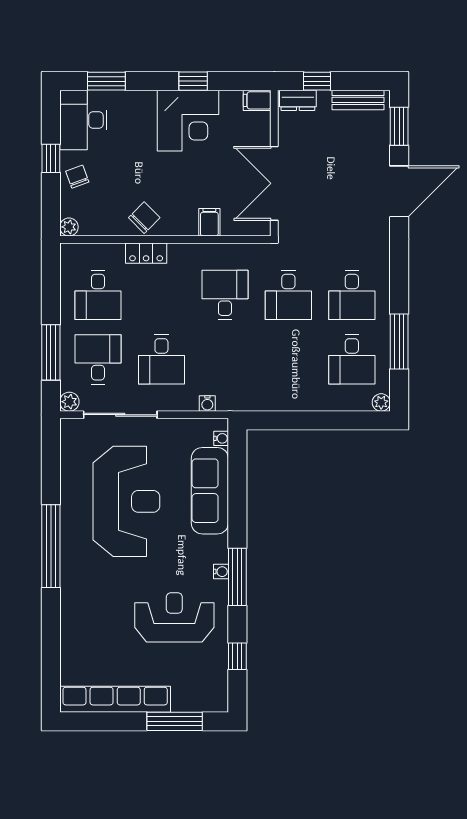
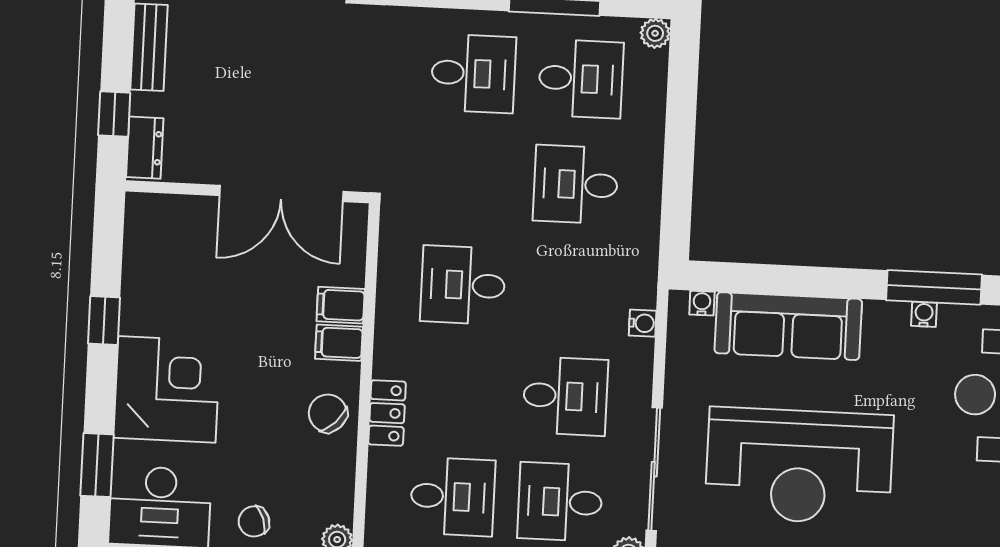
filing cabinet: (257, 100) -> (339, 343), moved, turned 90
corner desk: (188, 121) -> (167, 389), moved
desk: (288, 295) -> (576, 184), moved, turned 180
reception desk: (126, 501) -> (799, 466), turned 180

